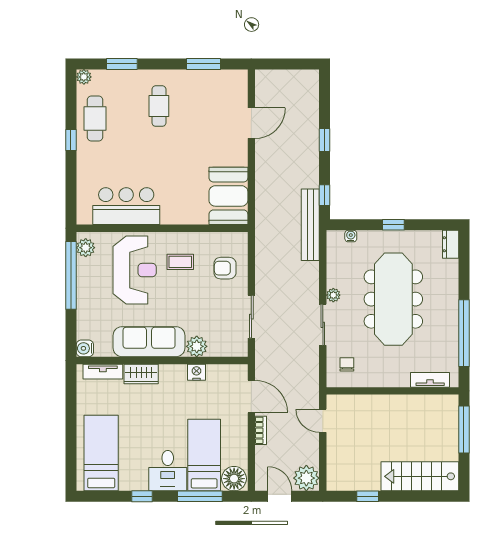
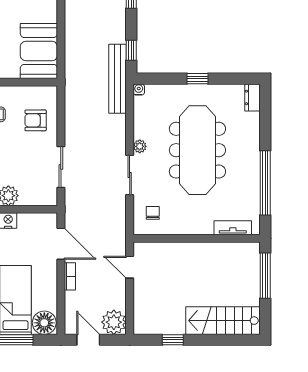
water cooler: (351, 236) -> (139, 89), moved

